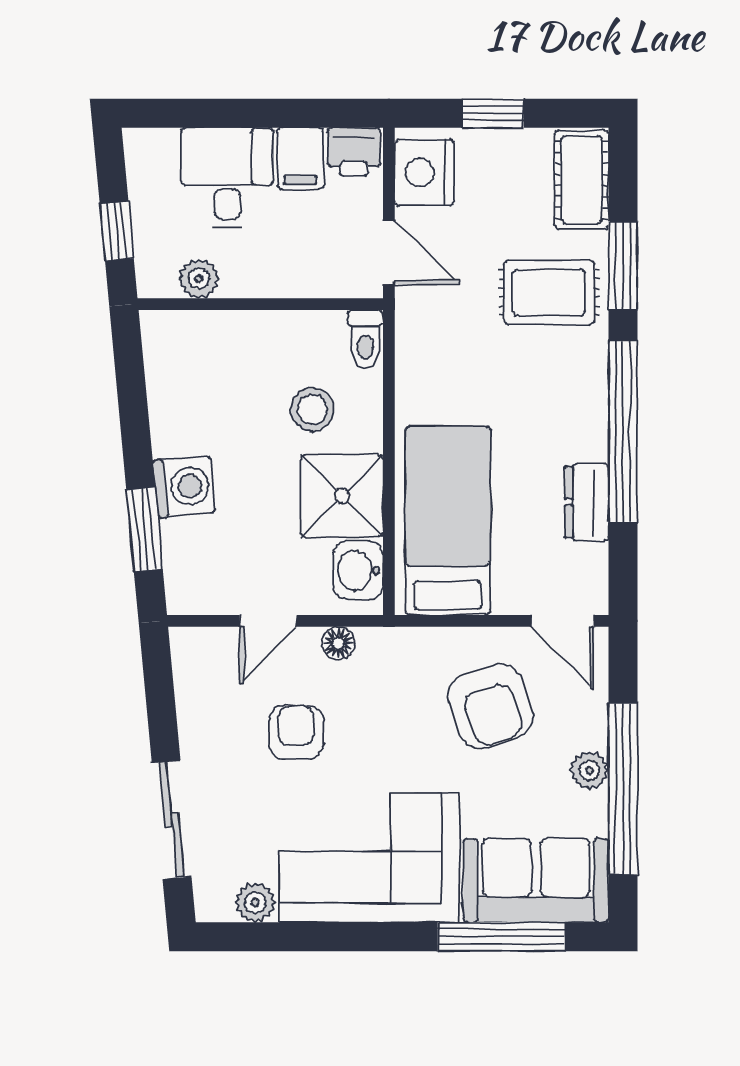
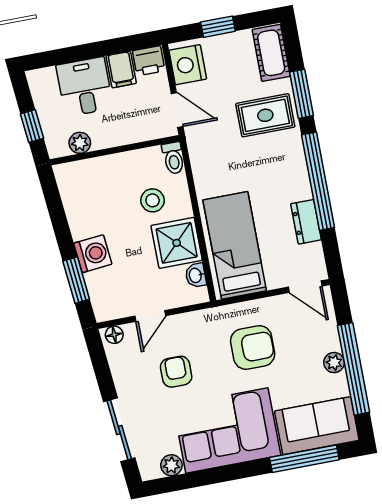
washbasin: (358, 570) -> (196, 275), width x0.72, depth x0.69
floor lamp: (338, 643) -> (114, 335), moved
armchair: (490, 706) -> (253, 347), moved, turned -71

